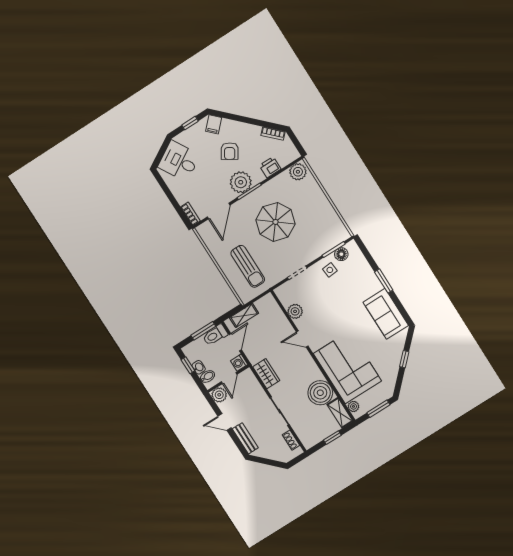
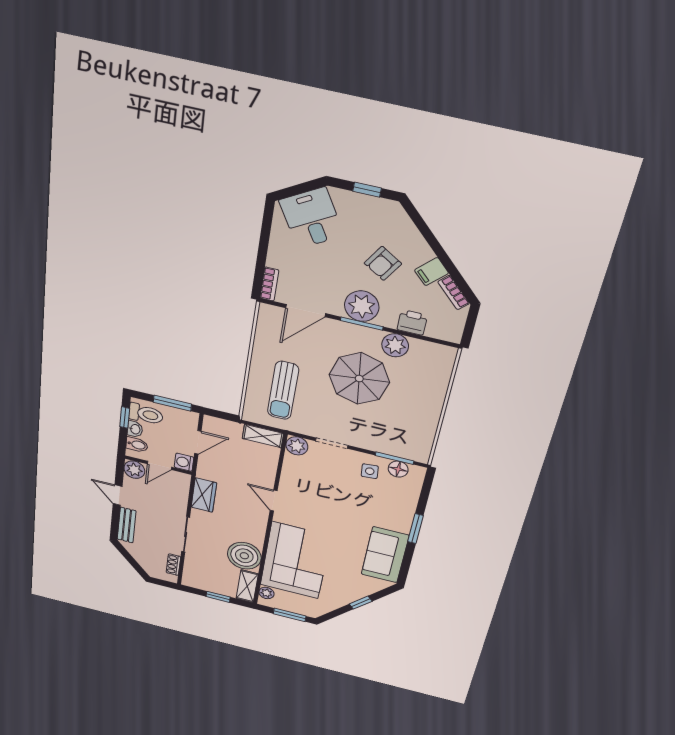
filing cabinet: (214, 124) -> (431, 272), moved
plant: (298, 172) -> (395, 345), moved
plant: (295, 311) -> (297, 446), moved
shelving: (244, 315) -> (263, 436), moved
toilet: (215, 335) -> (146, 414), moved, turned 180

